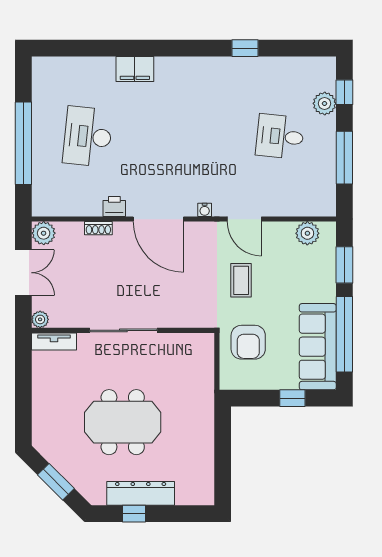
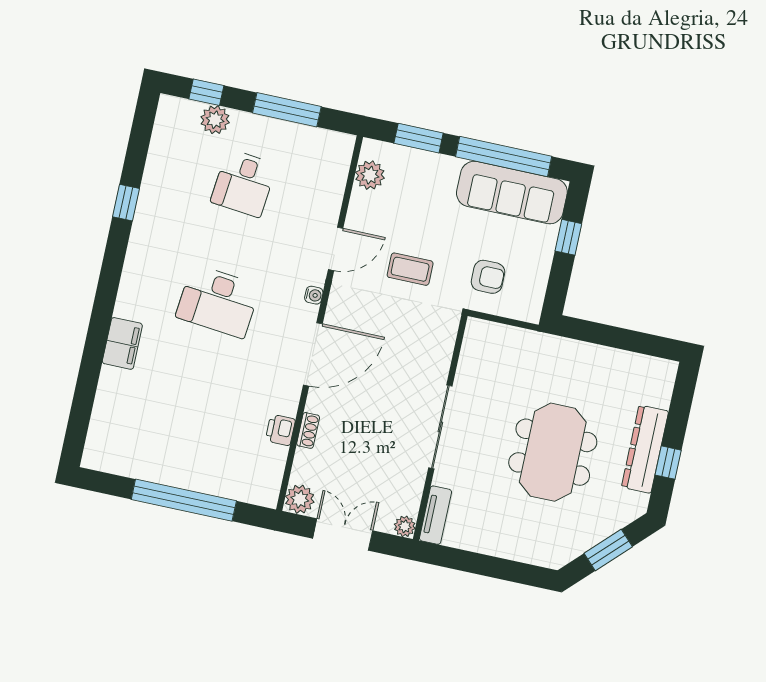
desk: (88, 136) -> (218, 301), moved
printer: (114, 207) -> (280, 430), moved
armchair: (248, 342) -> (488, 277), width x0.72, depth x0.72

